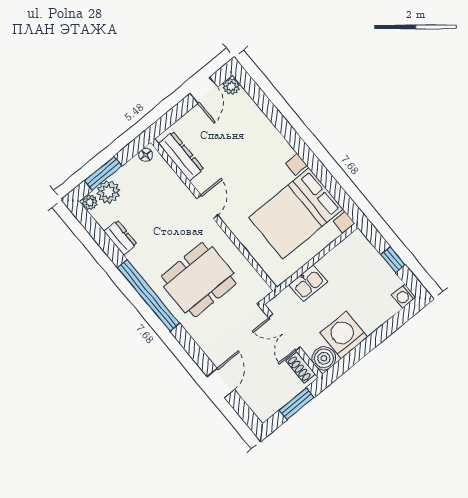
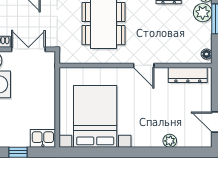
plant: (231, 86) -> (170, 141), moved
kitchen sink: (308, 283) -> (43, 138), moved, turned 90

